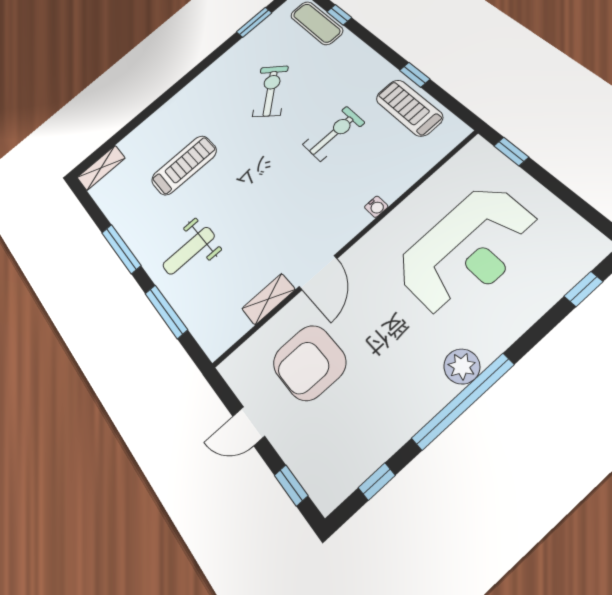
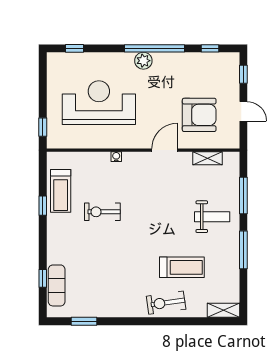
exercise bike: (271, 91) -> (166, 303), moved, turned 36
treadmill: (184, 165) -> (182, 267), turned 180
shelving: (268, 299) -> (208, 158), moved

